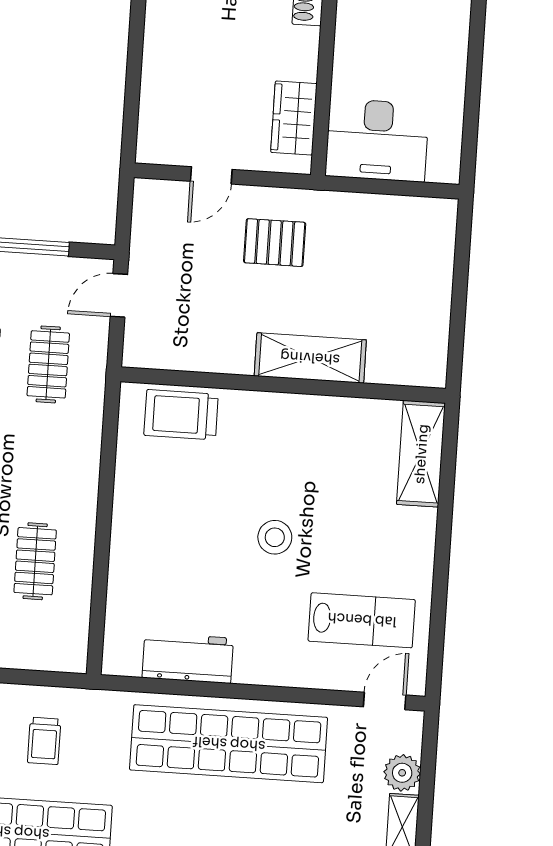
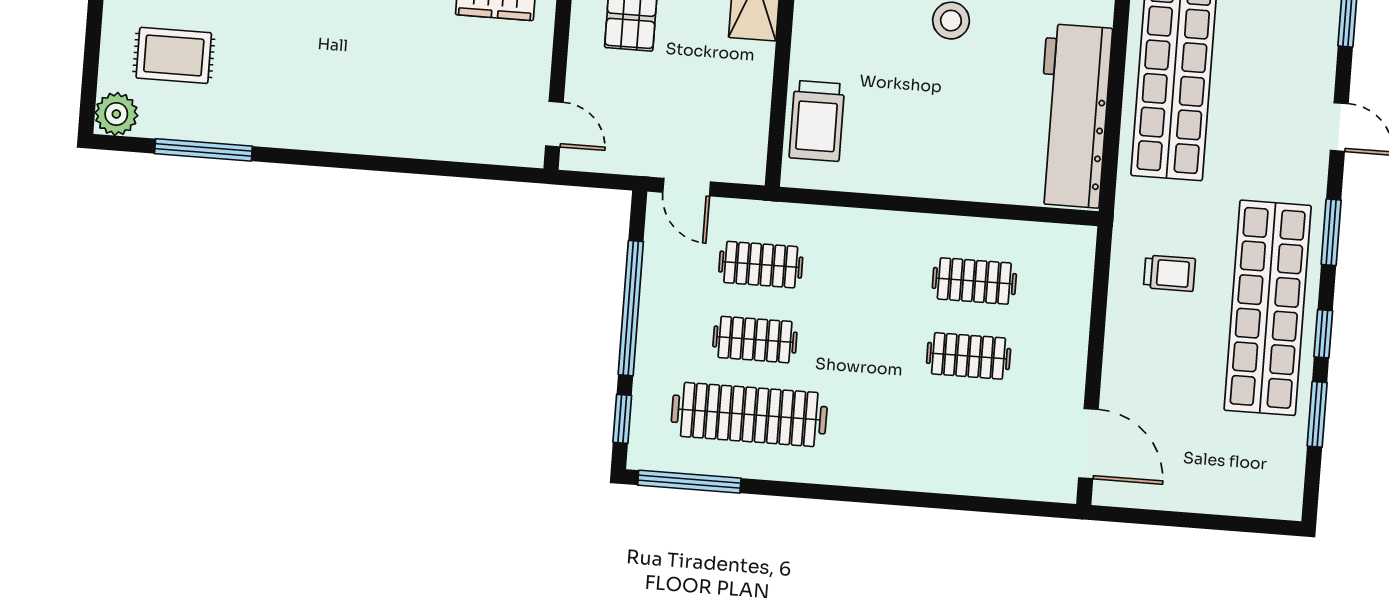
door: (211, 175) -> (554, 124), moved
workbench: (188, 658) -> (1073, 116), width x1.88, depth x1.32

